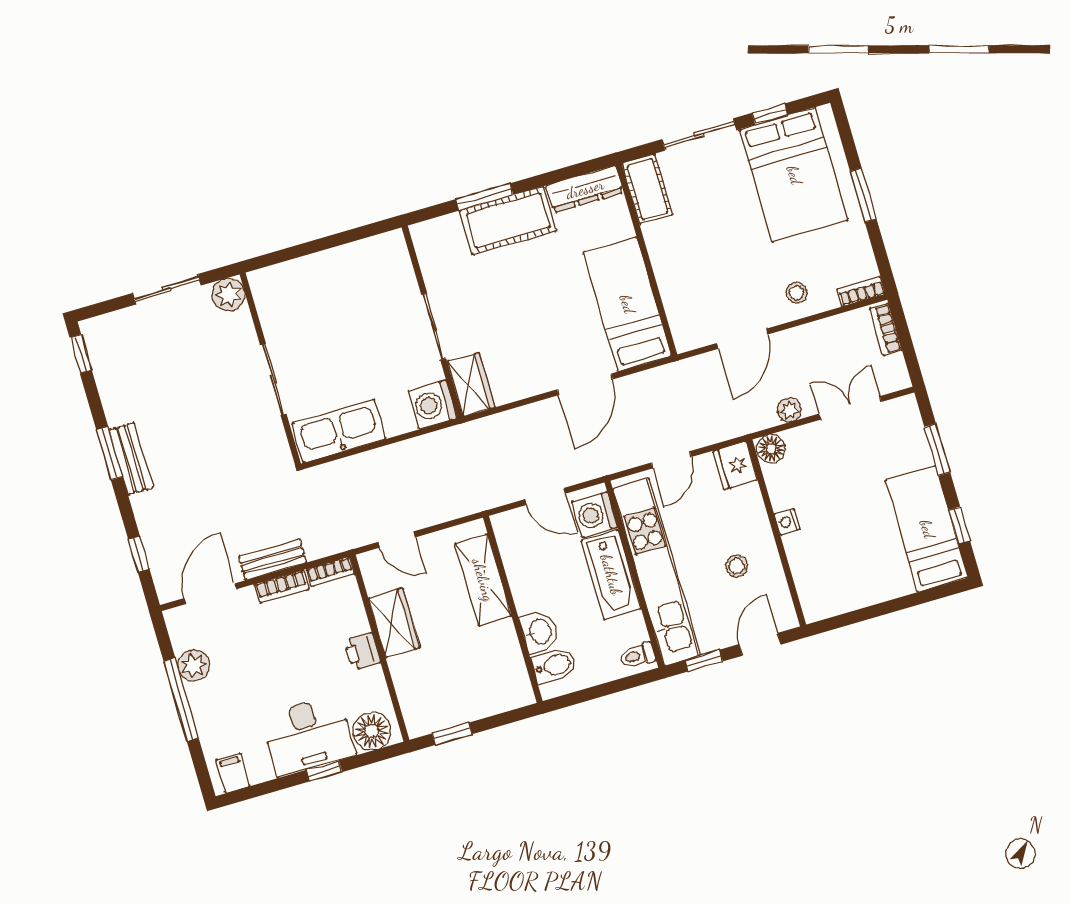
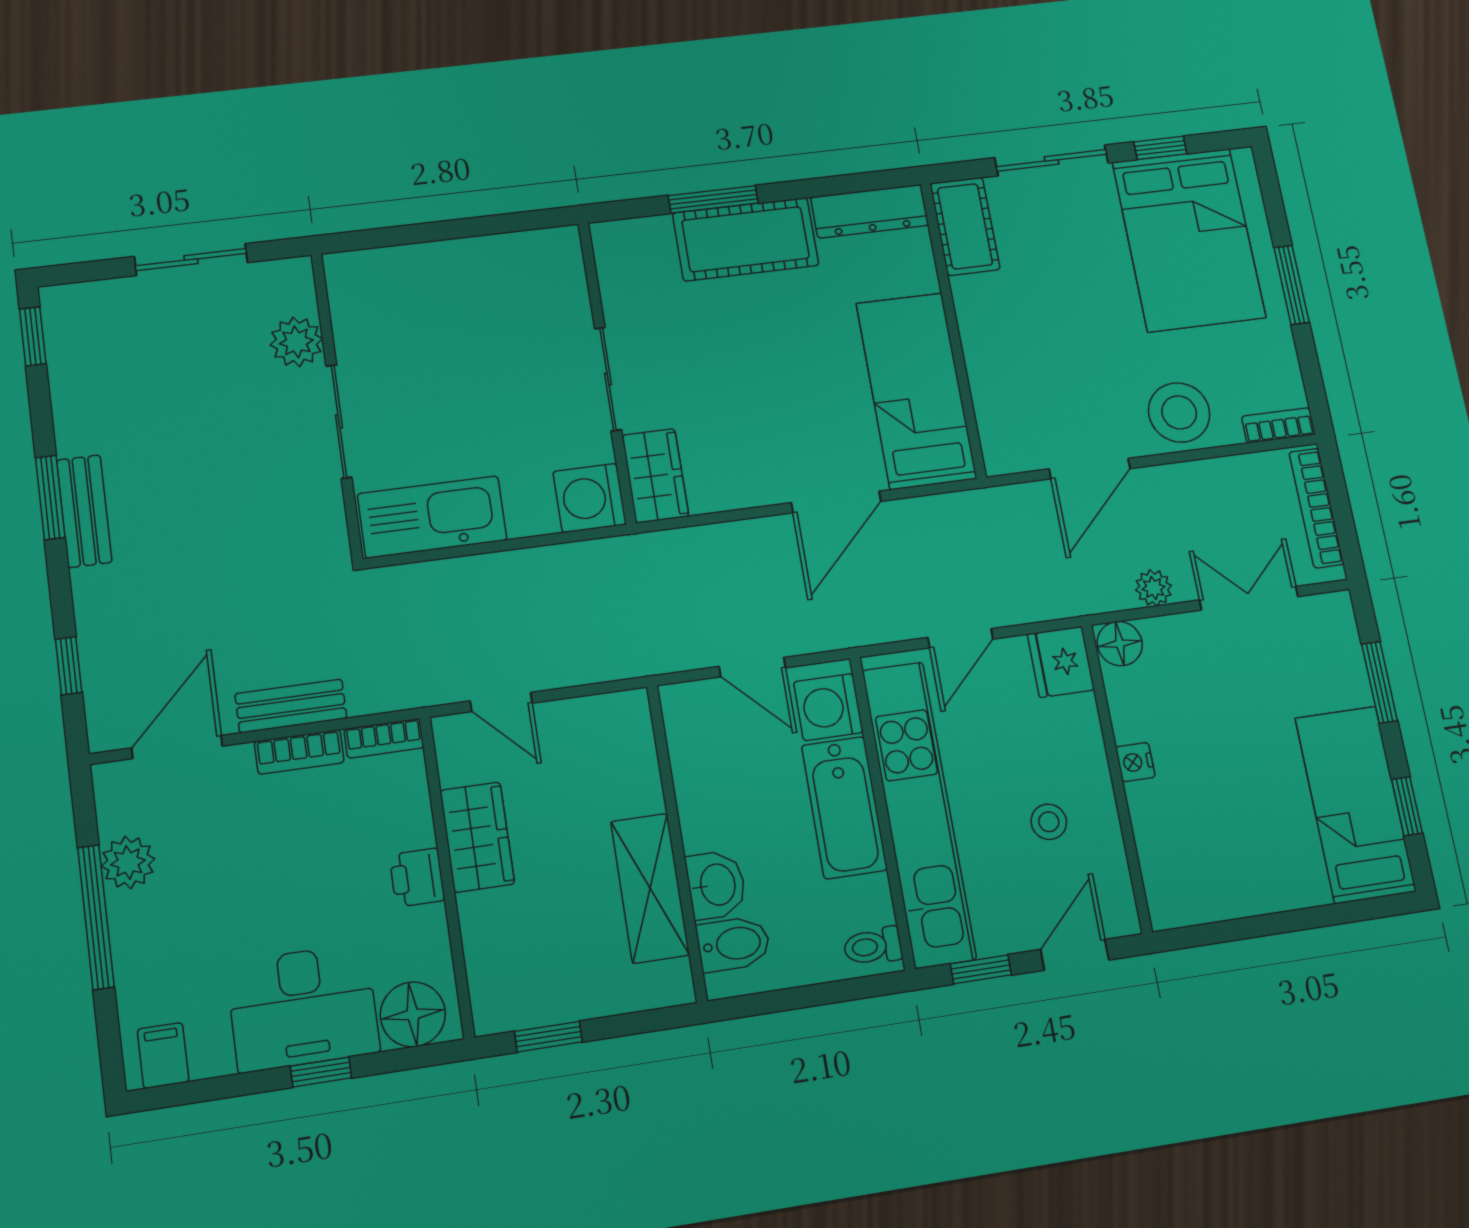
stool: (796, 293) -> (1179, 412), width x1.89, depth x1.89
plant: (228, 295) -> (296, 342), moved
bookcase: (886, 329) -> (1316, 508), width x1.56
shelving: (483, 580) -> (650, 888), moved

